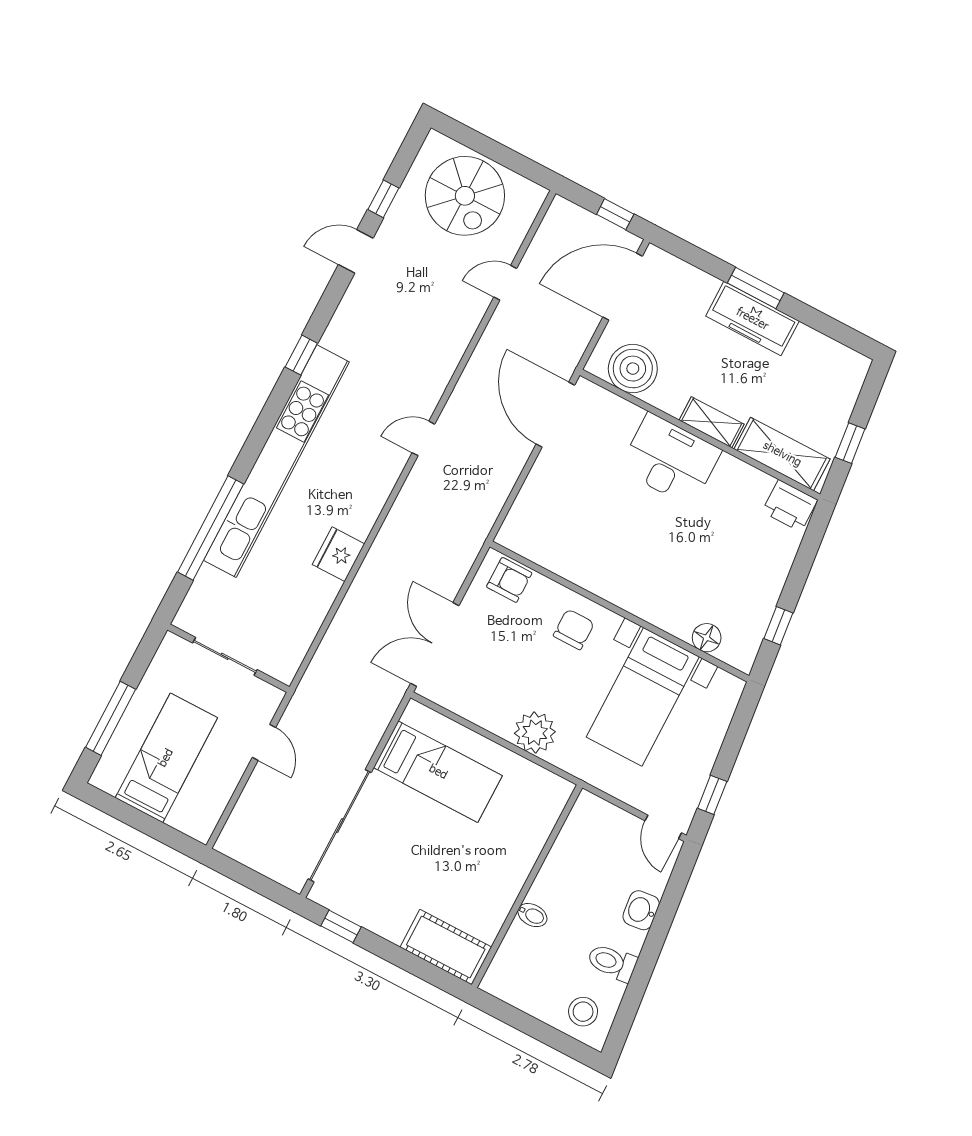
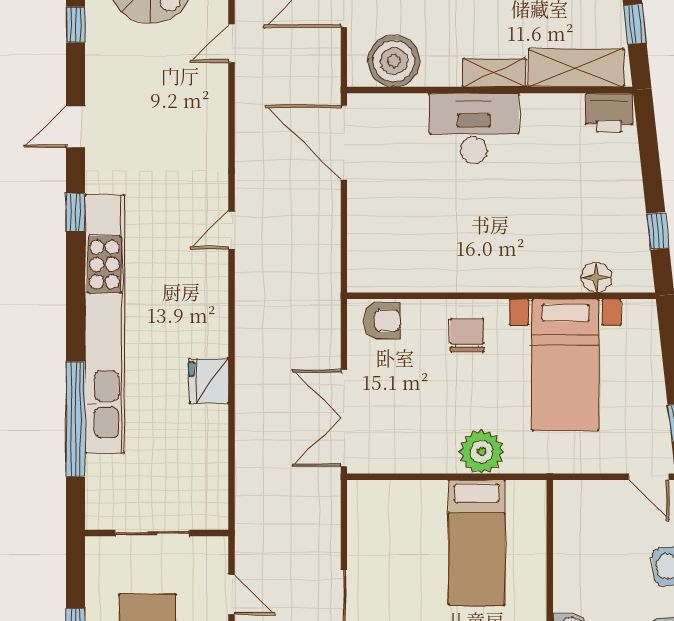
door: (356, 251) -> (76, 127), moved
bed: (438, 772) -> (477, 542), moved, turned 90

